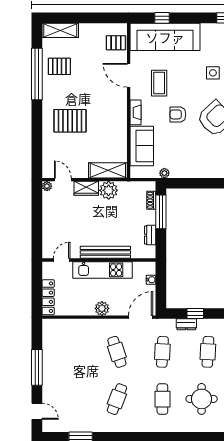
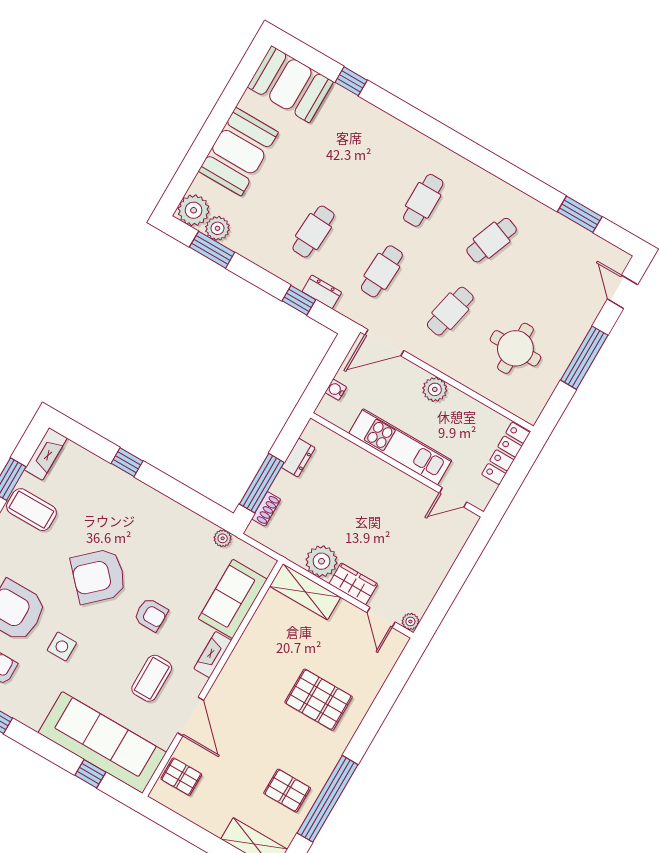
bench: (105, 252) -> (381, 471), removed
cafe table: (117, 352) -> (450, 311), turned 30
round table: (202, 399) -> (515, 348), moved

